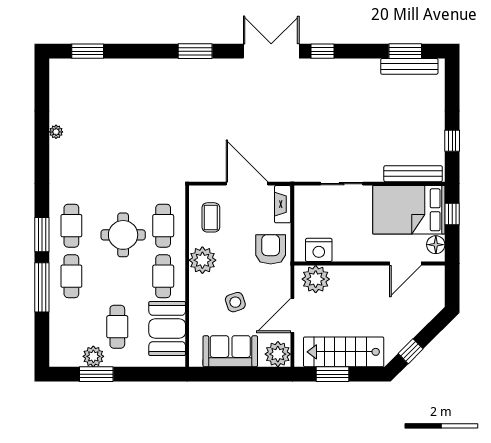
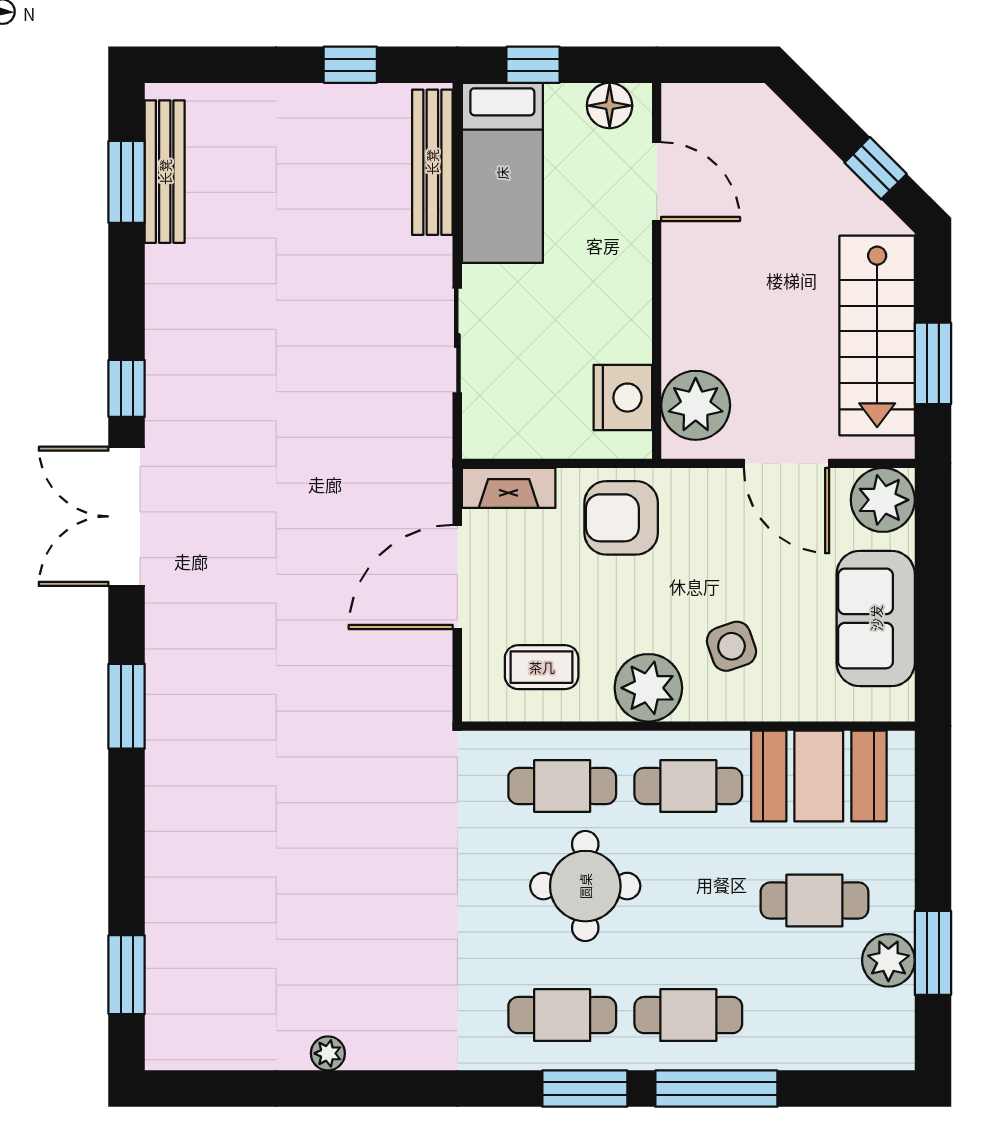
bed: (409, 210) -> (502, 173), width x0.67
side table: (235, 302) -> (732, 646), moved

